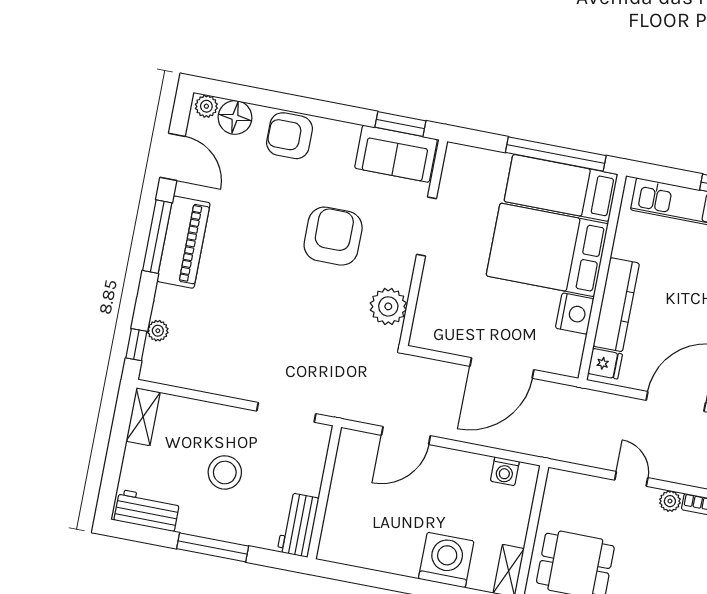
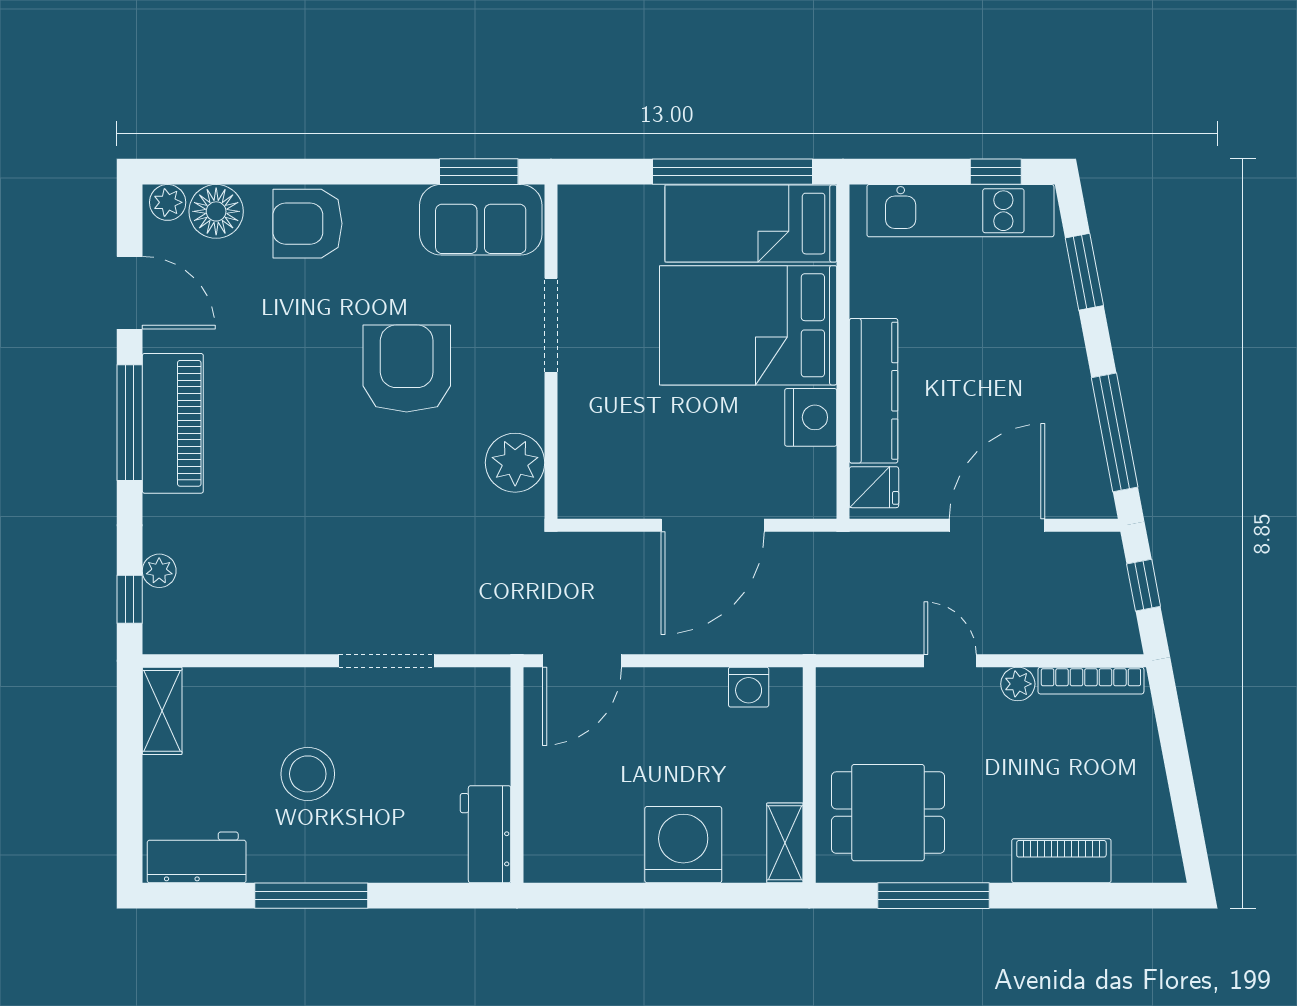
wall: (324, 492) -> (517, 775), moved
workbench: (298, 525) -> (486, 834), moved

